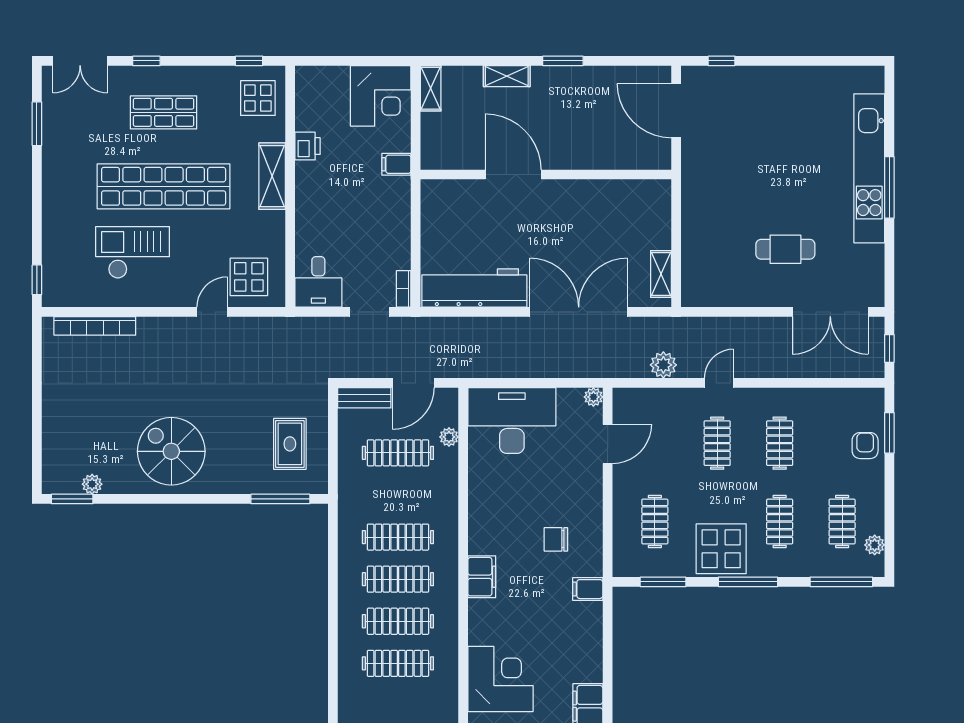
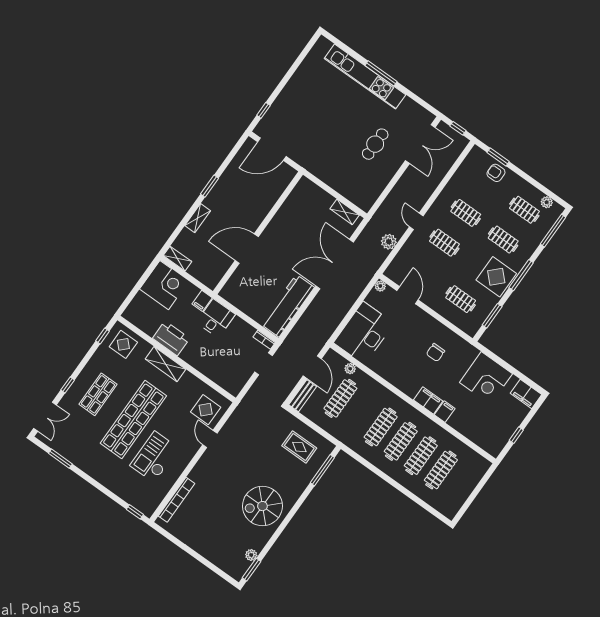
printer: (308, 146) -> (171, 338), width x1.87, depth x1.48
desk: (318, 282) -> (216, 318), moved, turned -90
filing cabinet: (588, 589) -> (445, 412), moved, turned 180
corner desk: (500, 679) -> (486, 378), moved, turned 180

